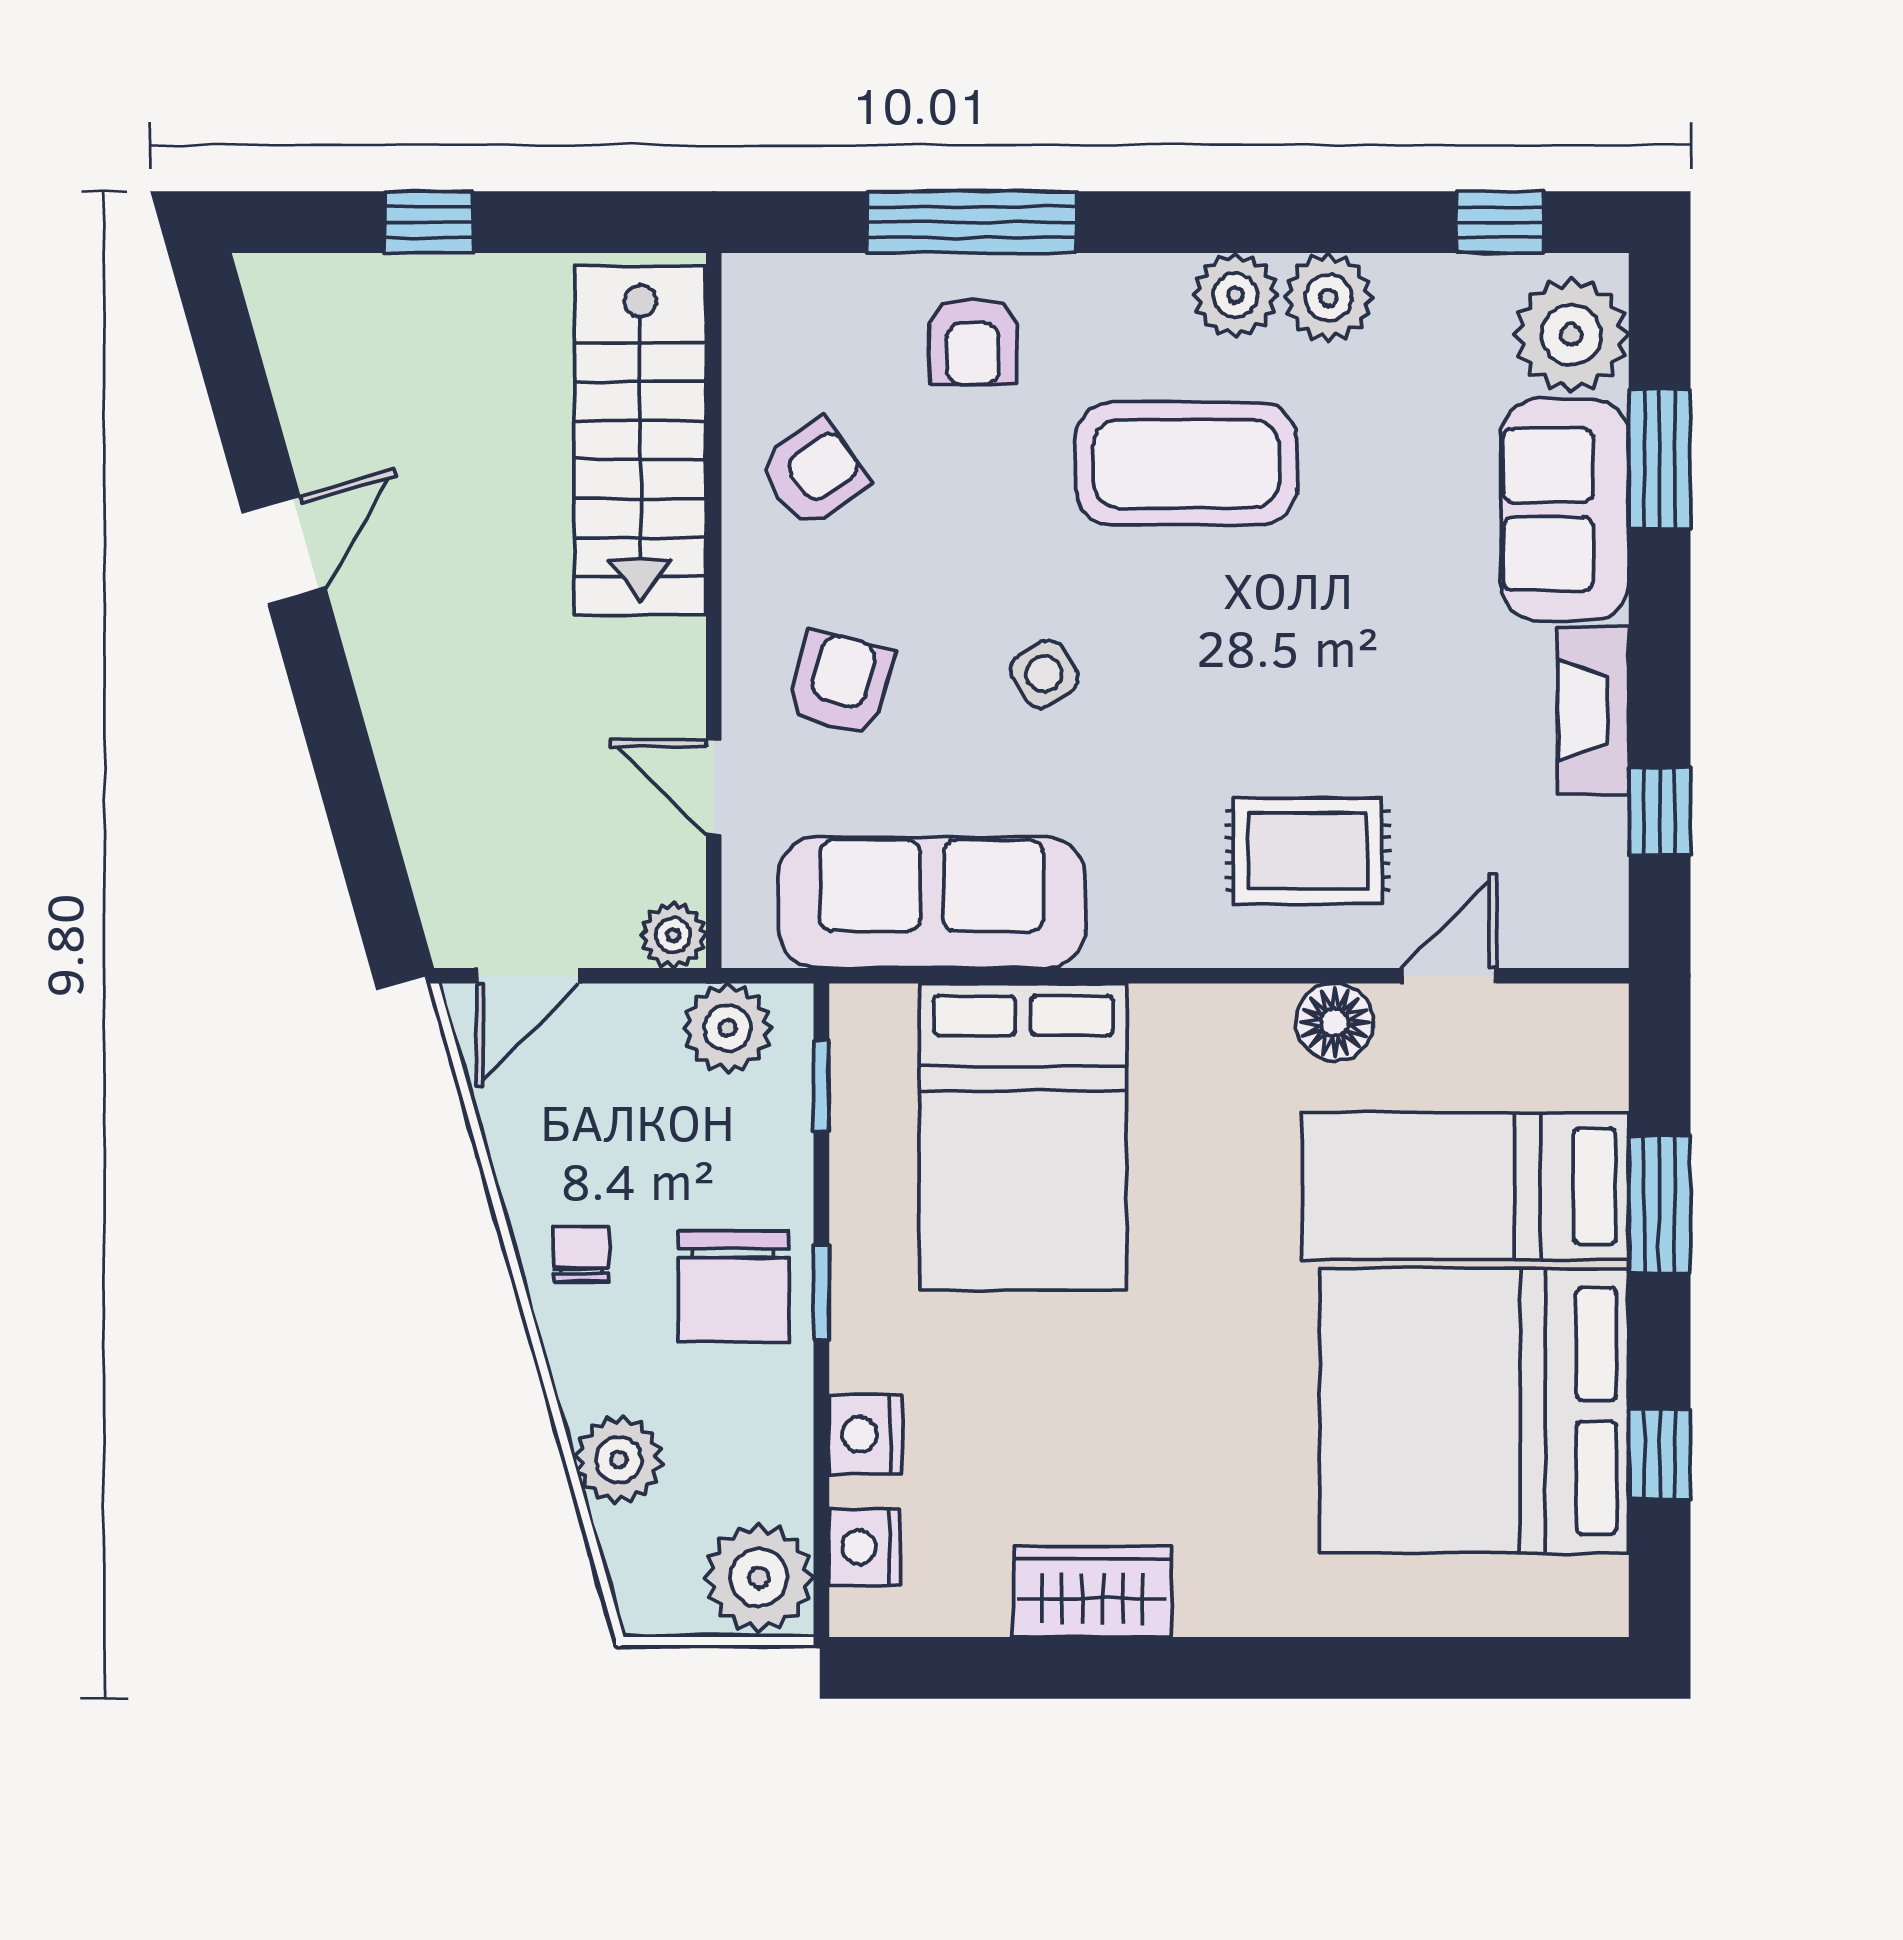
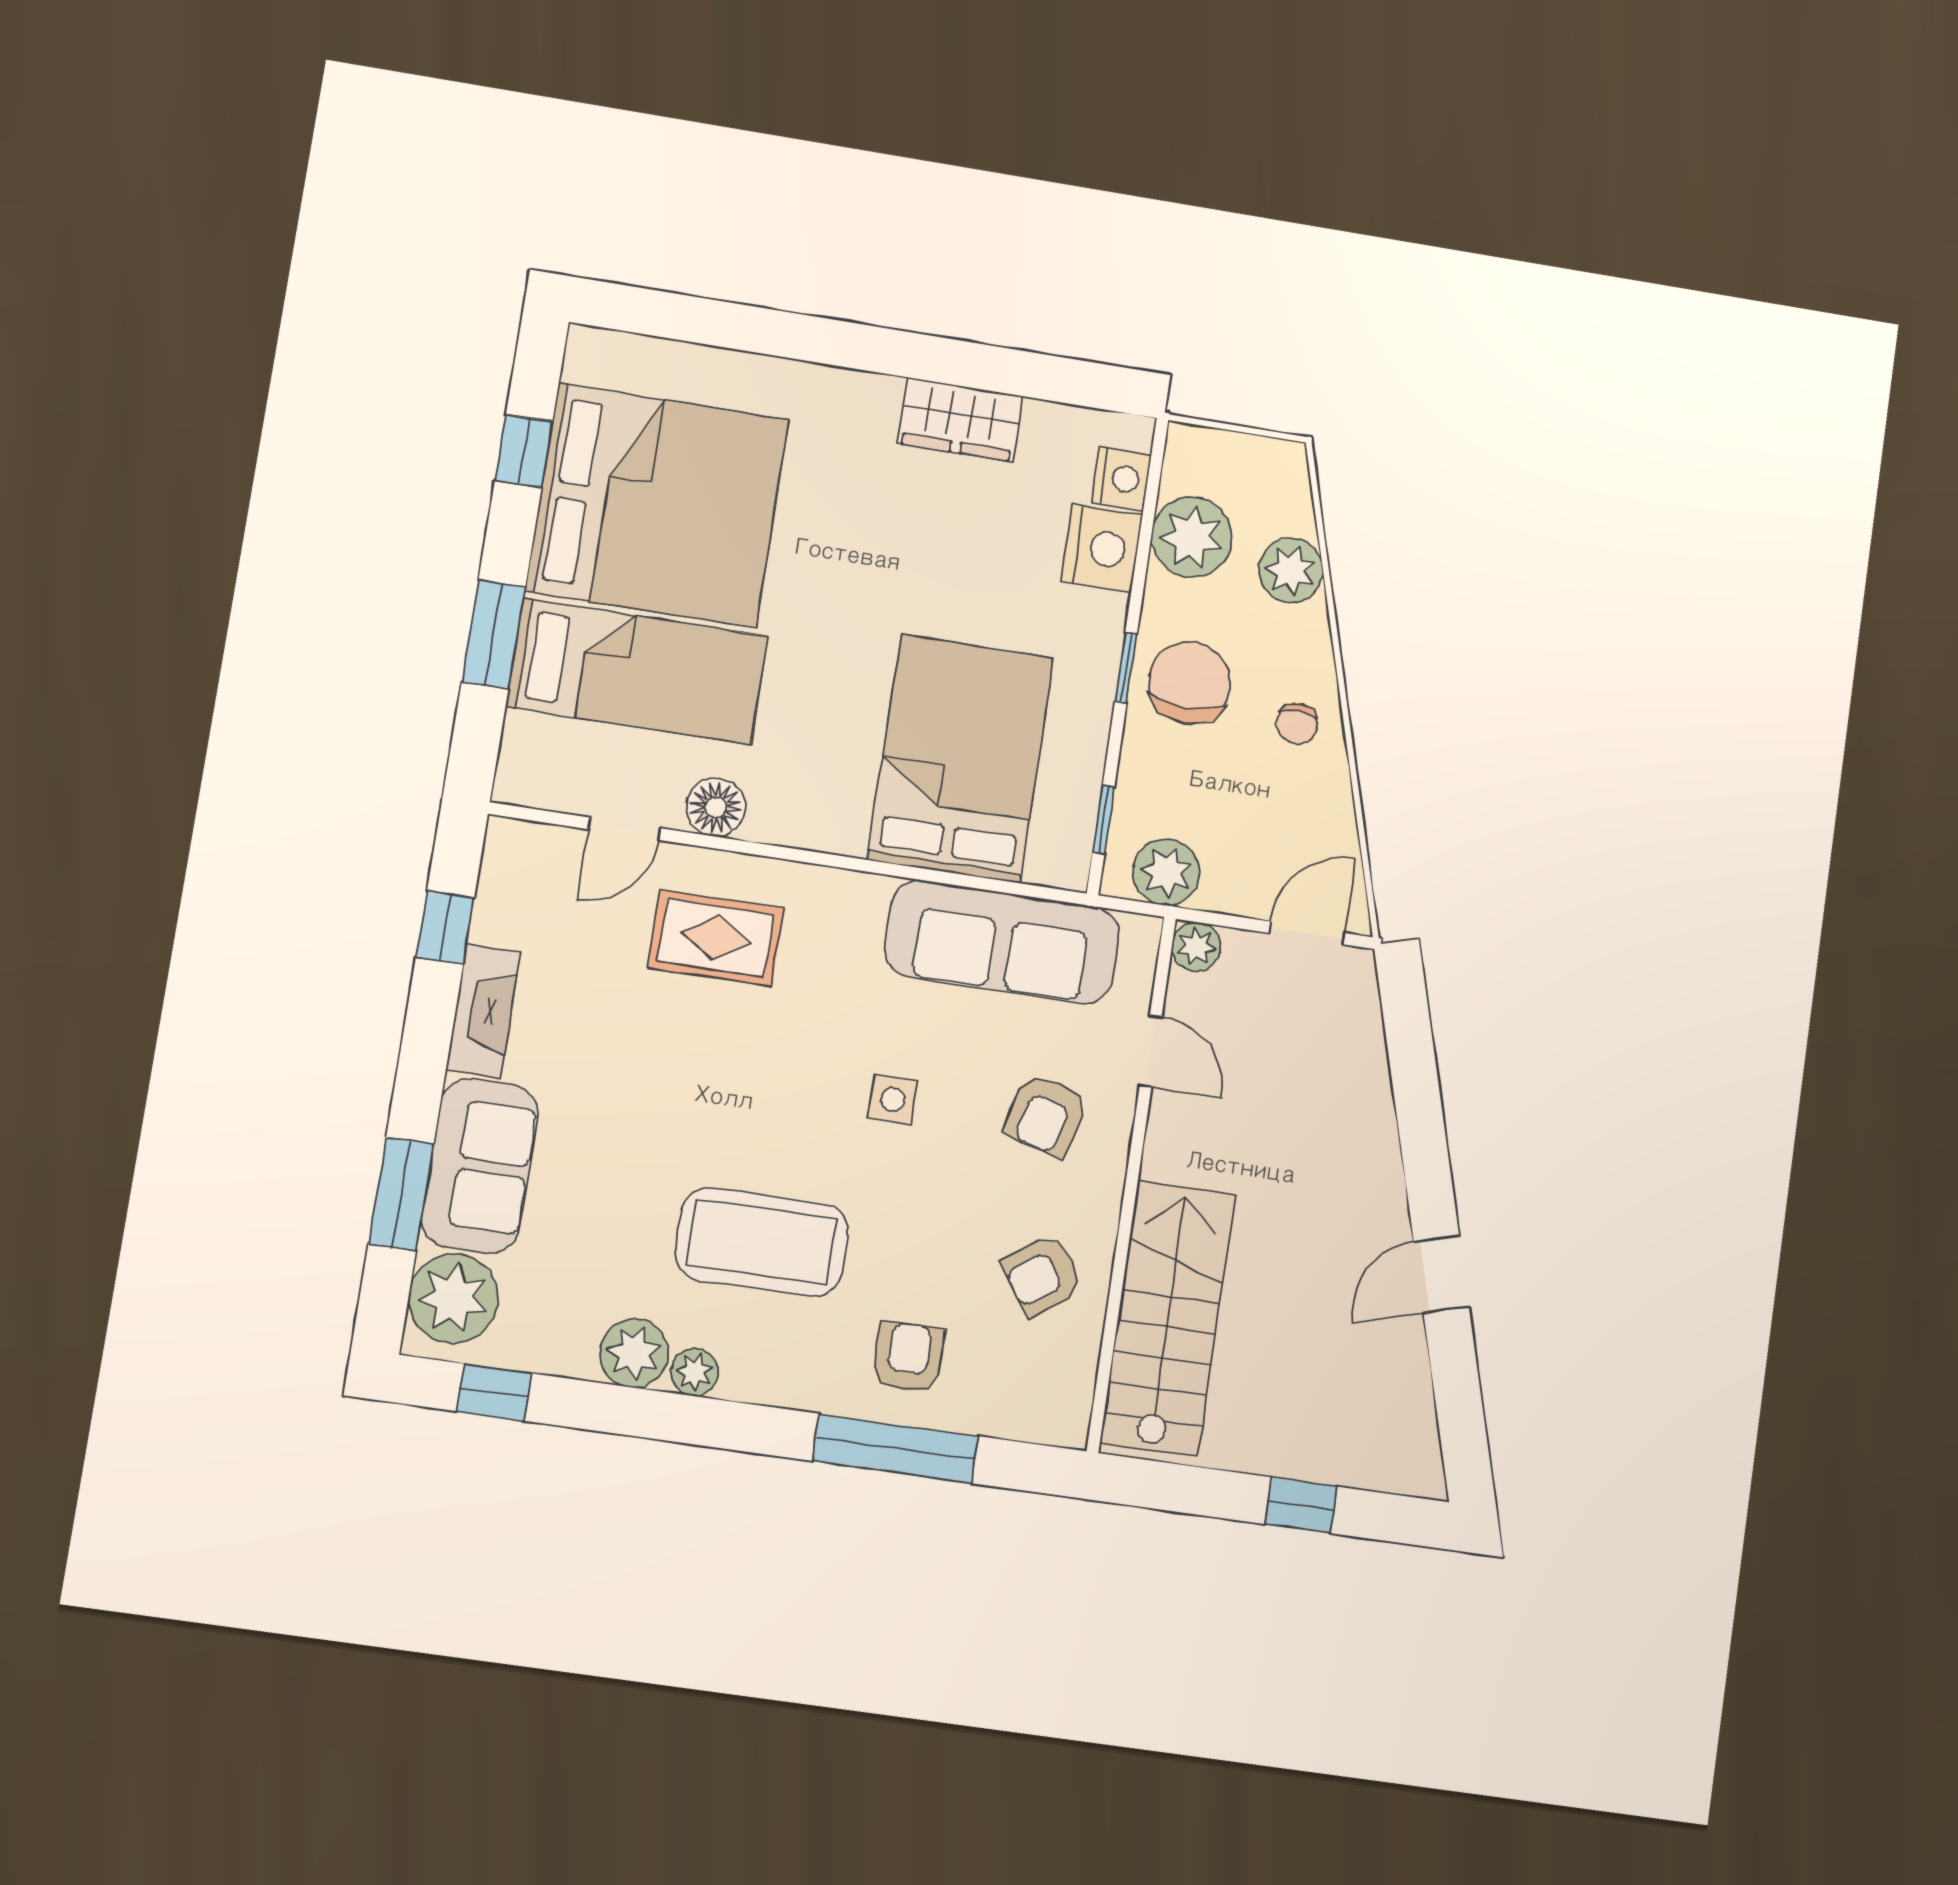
plant: (1235, 295) -> (694, 1372), width x0.73, depth x0.73
side table: (1044, 674) -> (893, 1099), turned 31
nightstand: (865, 1434) -> (1102, 548), width x1.36, depth x1.33
plant: (759, 1578) -> (1192, 537), moved

